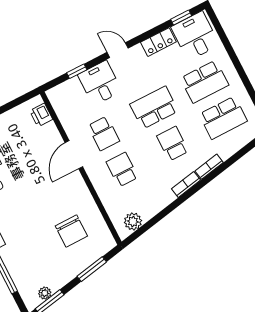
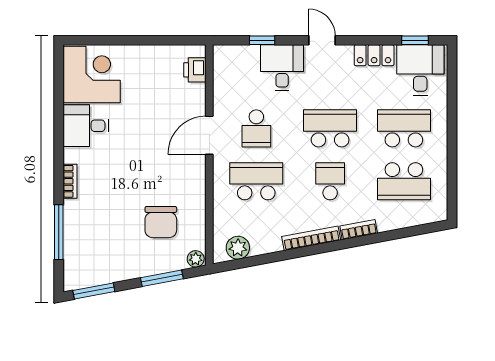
school desk: (205, 82) -> (404, 128), turned 180
school desk: (122, 170) -> (256, 181), width x1.85
bookcase: (186, 184) -> (311, 238), width x1.56
plant: (45, 293) -> (196, 259), moved

